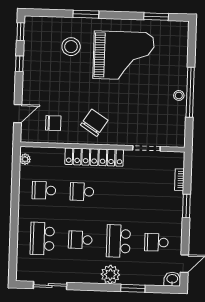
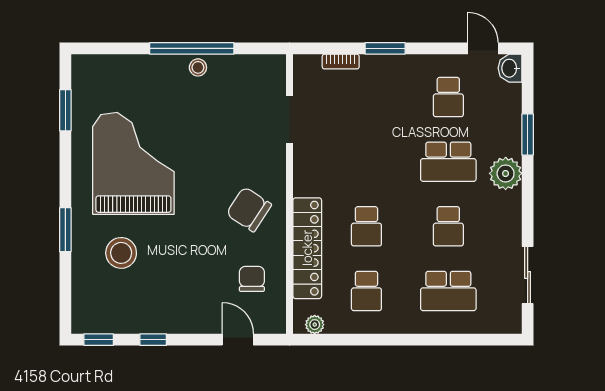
locker: (94, 157) -> (307, 248), moved

